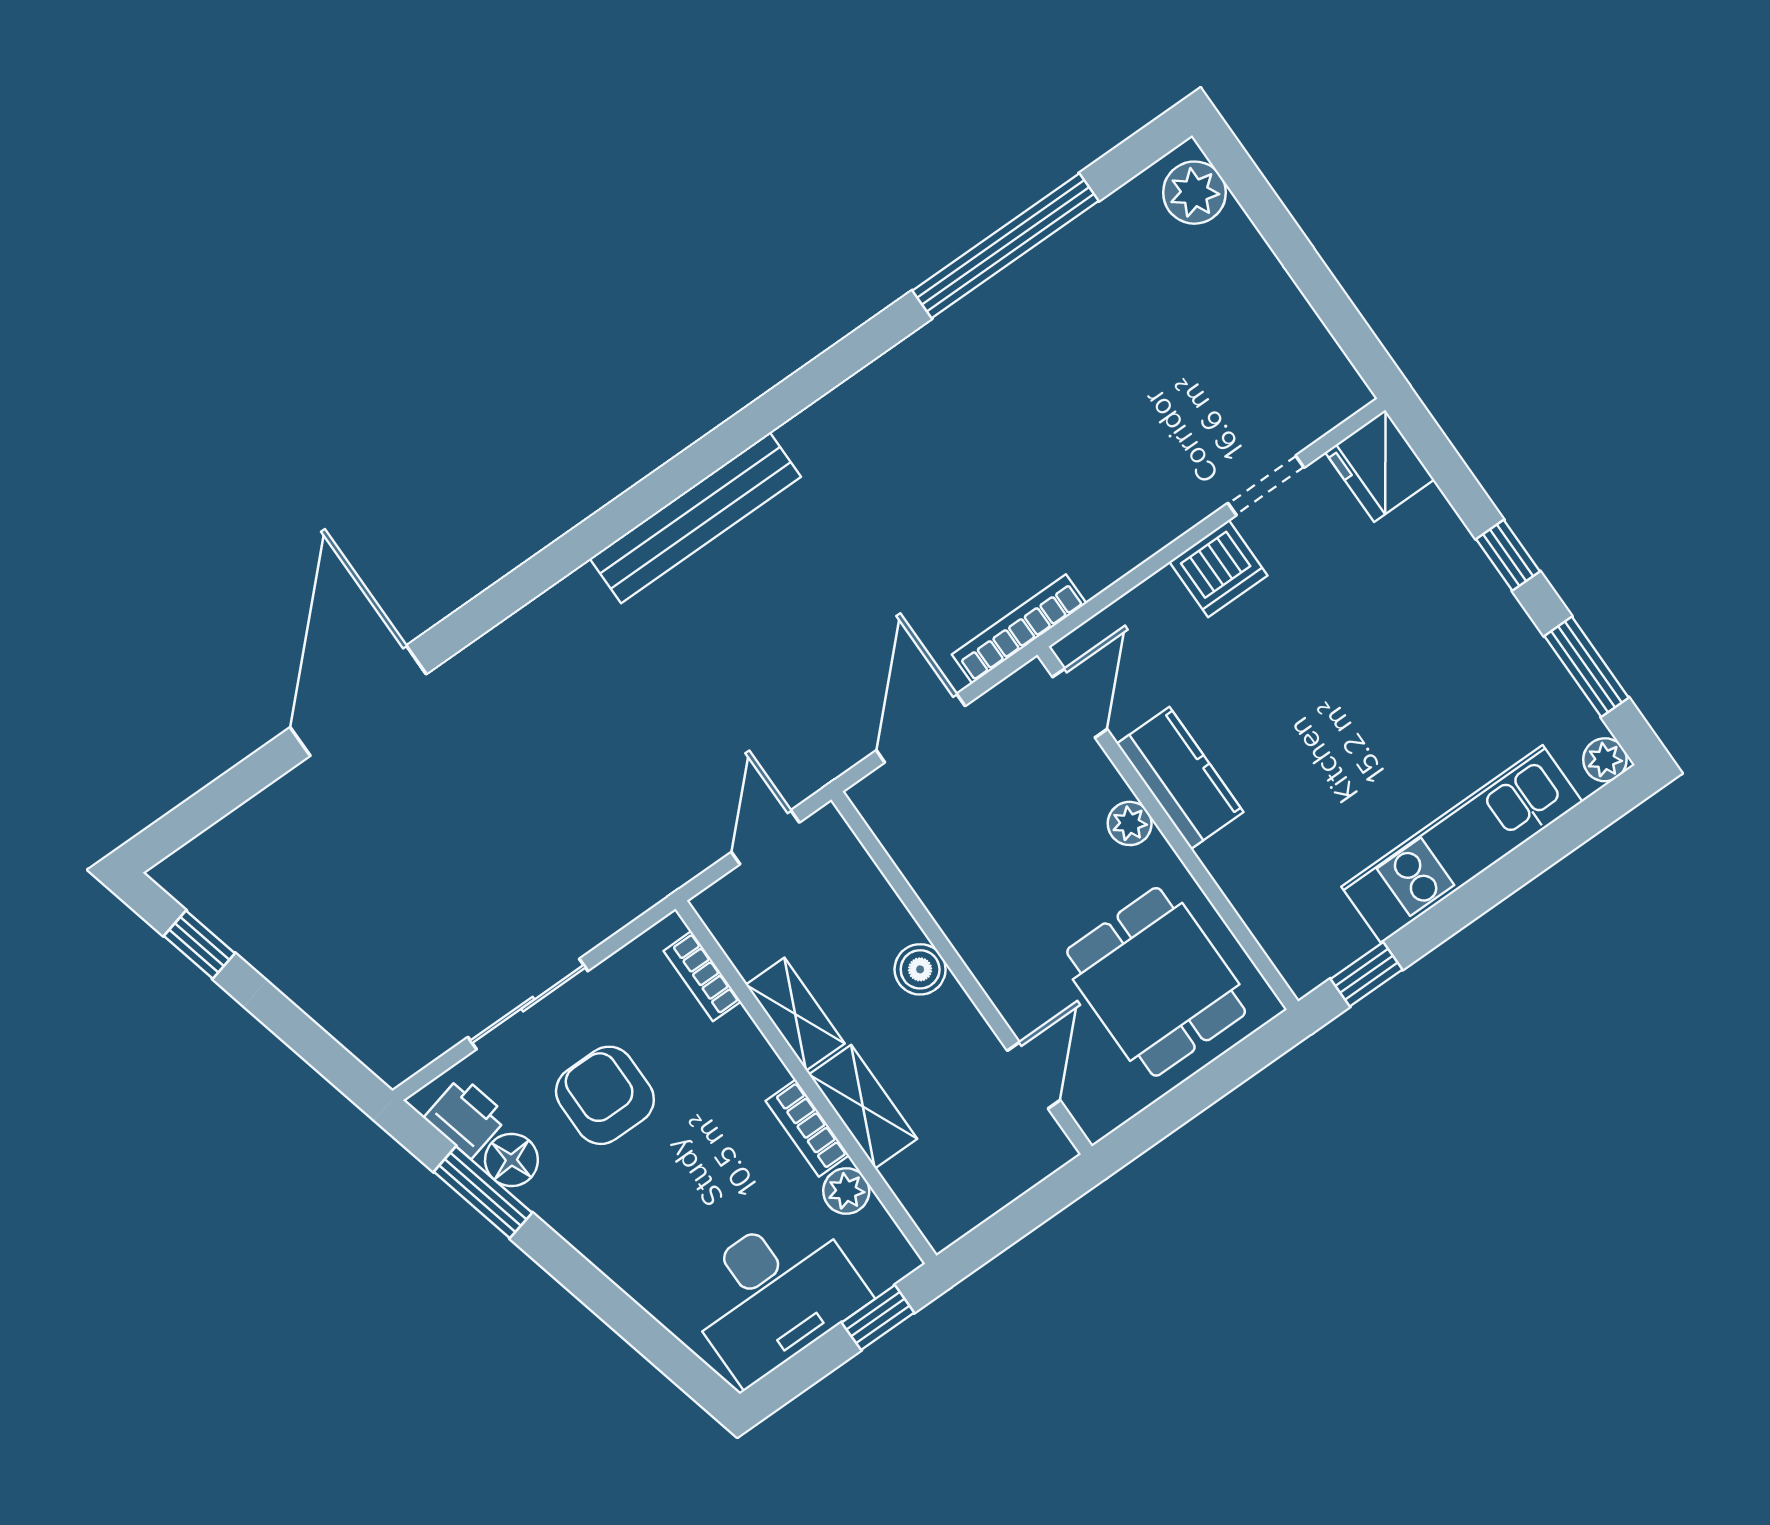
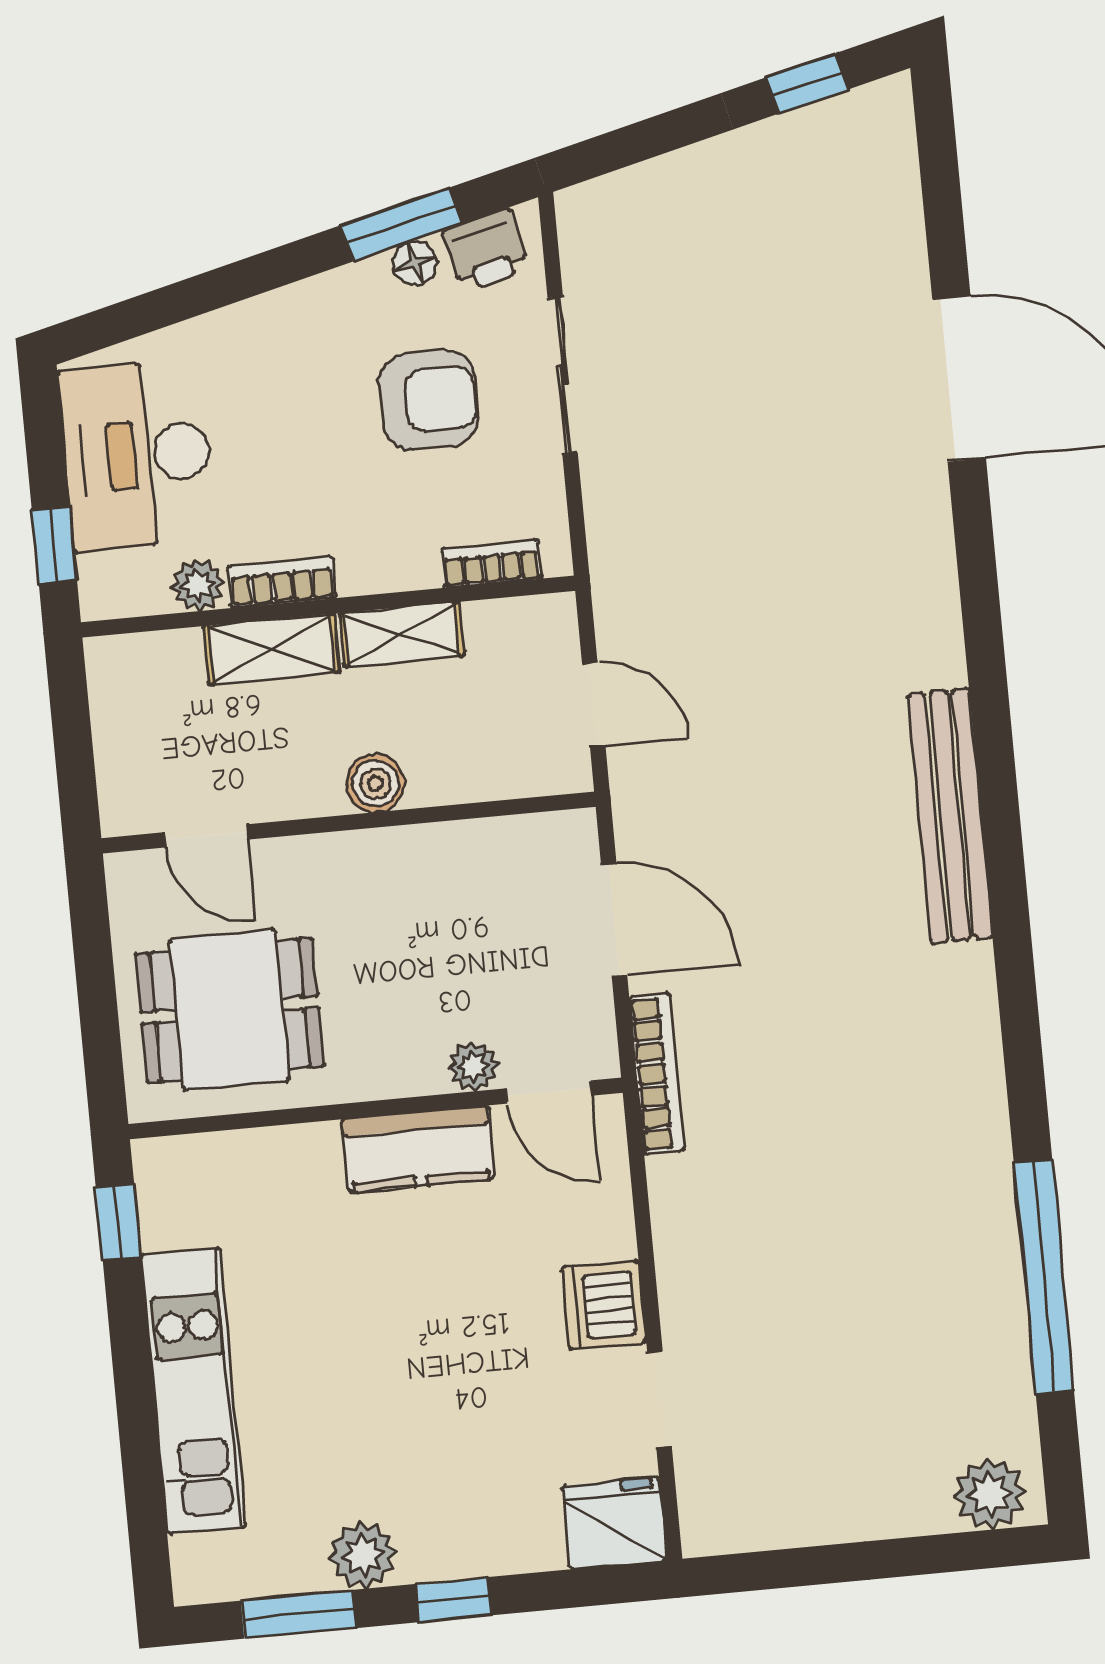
plant: (1605, 760) -> (363, 1555), moved, width x1.38, depth x1.38
plant: (1130, 823) -> (473, 1067), moved
floor lamp: (511, 1160) -> (415, 263), width x0.73, depth x0.73

